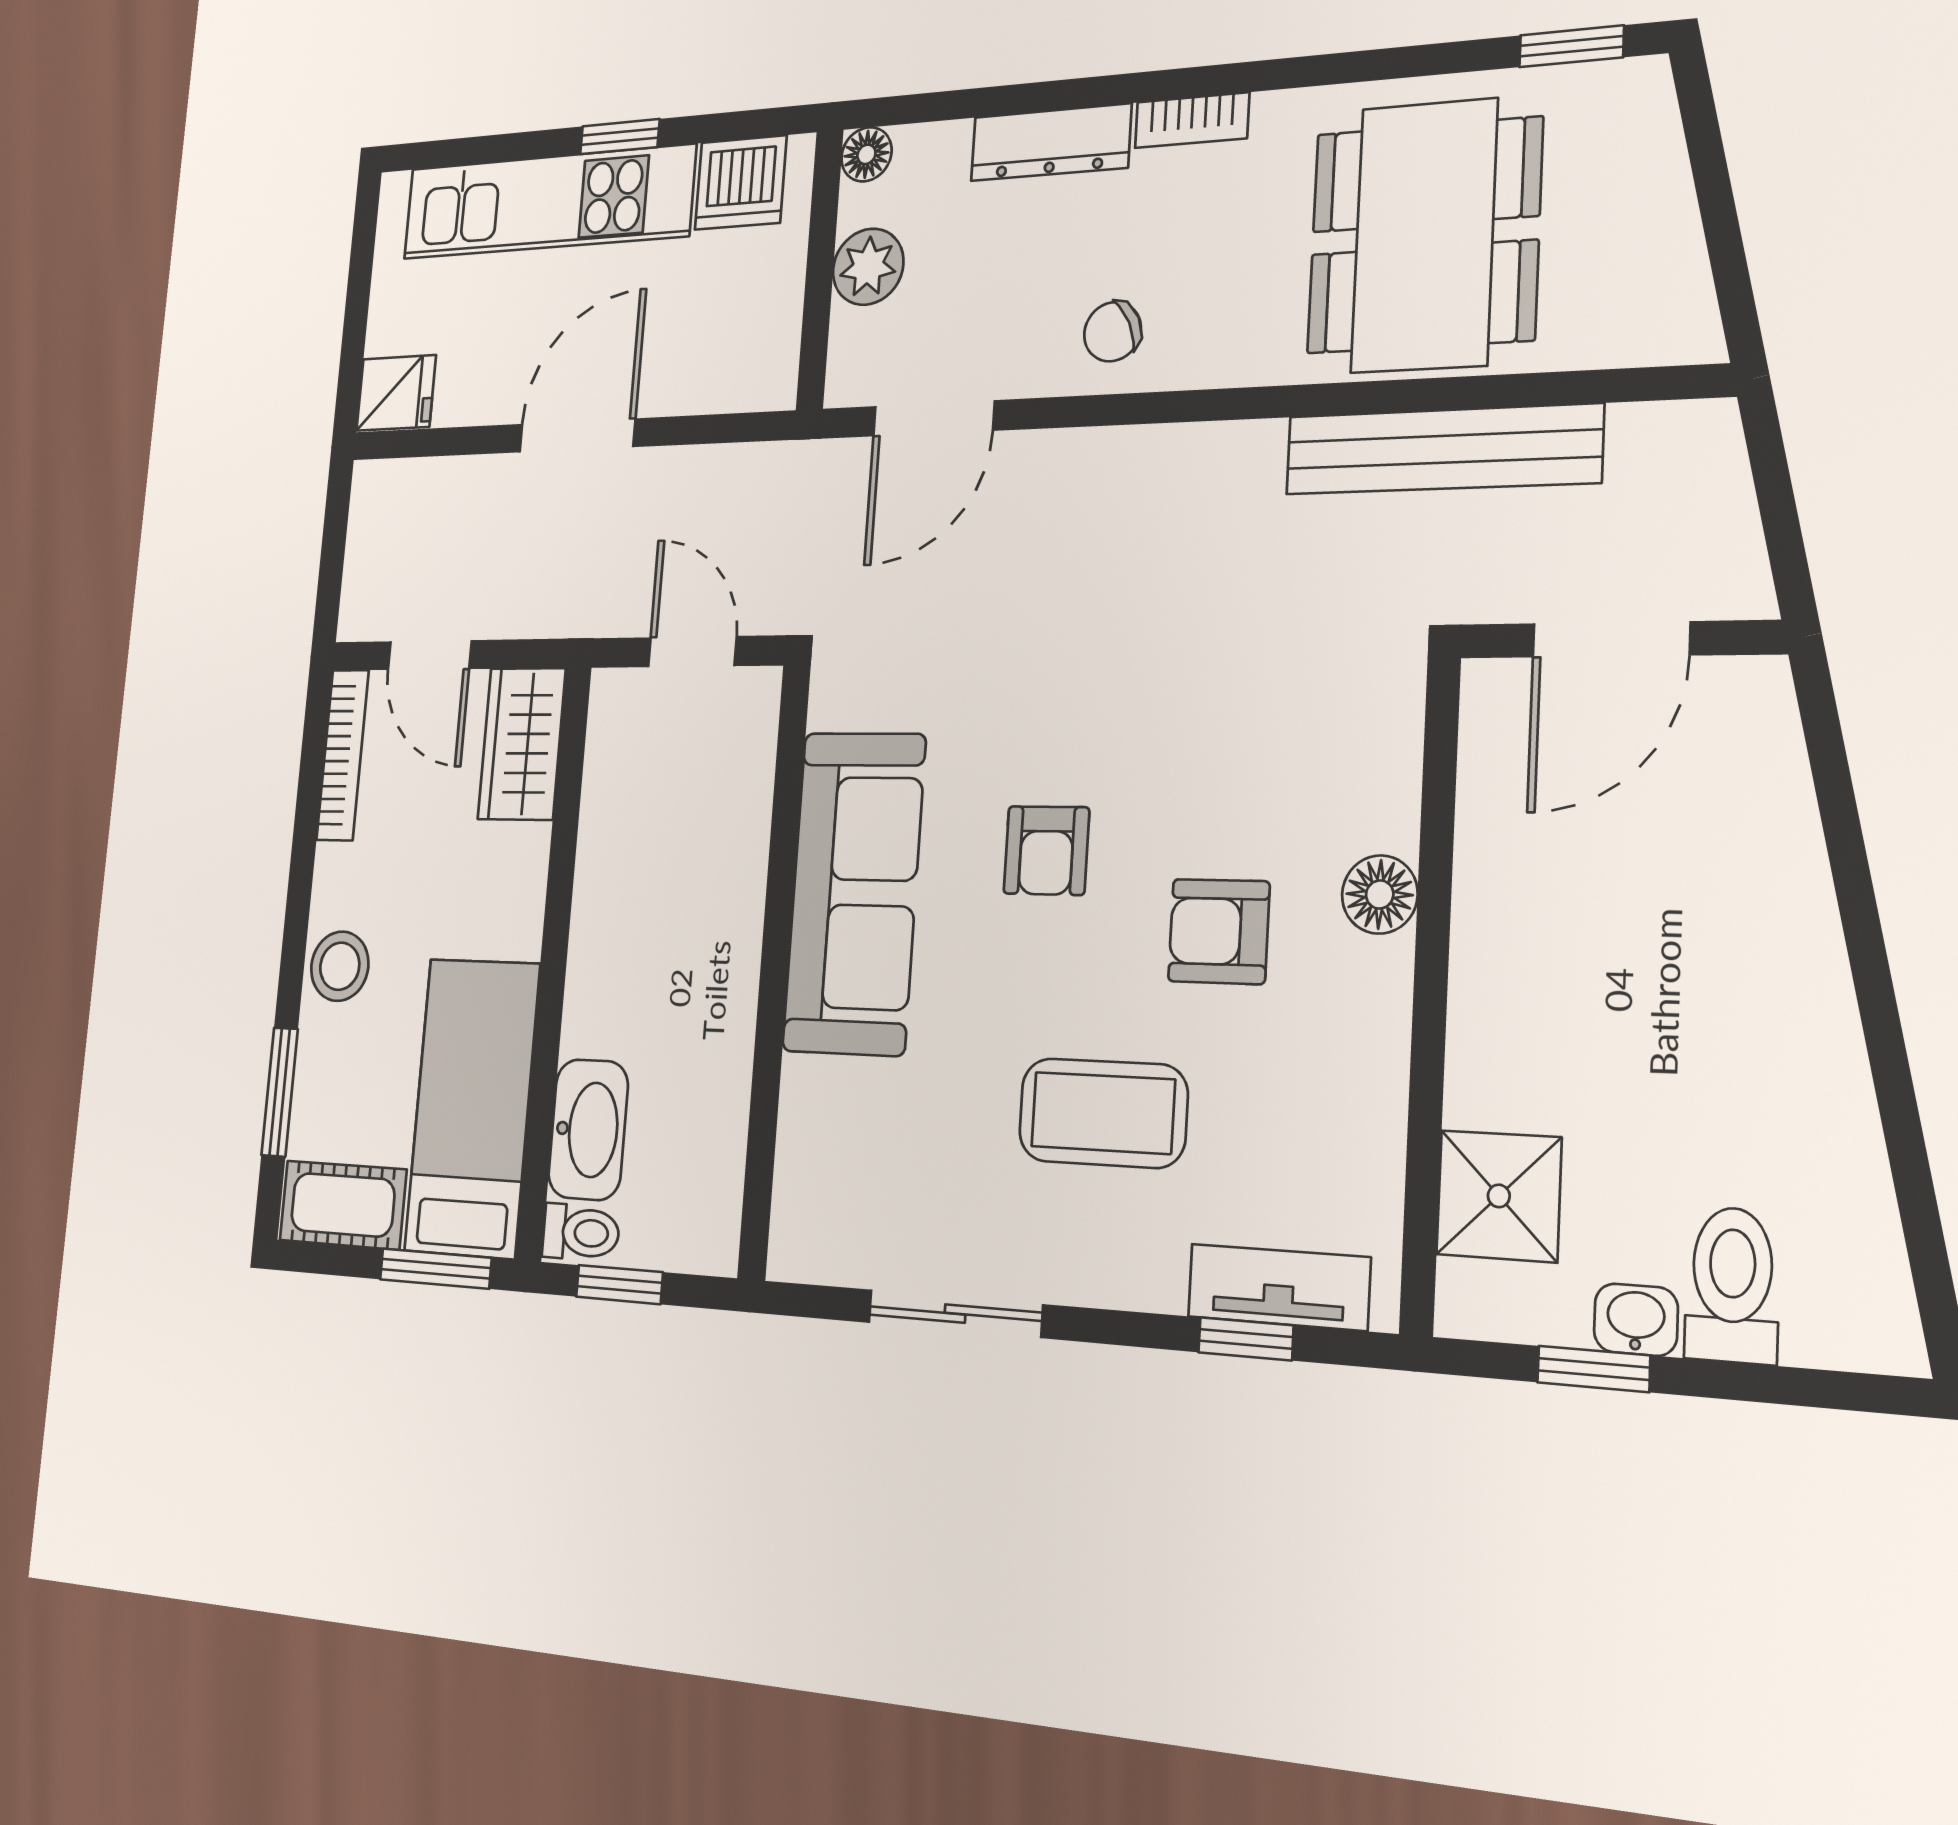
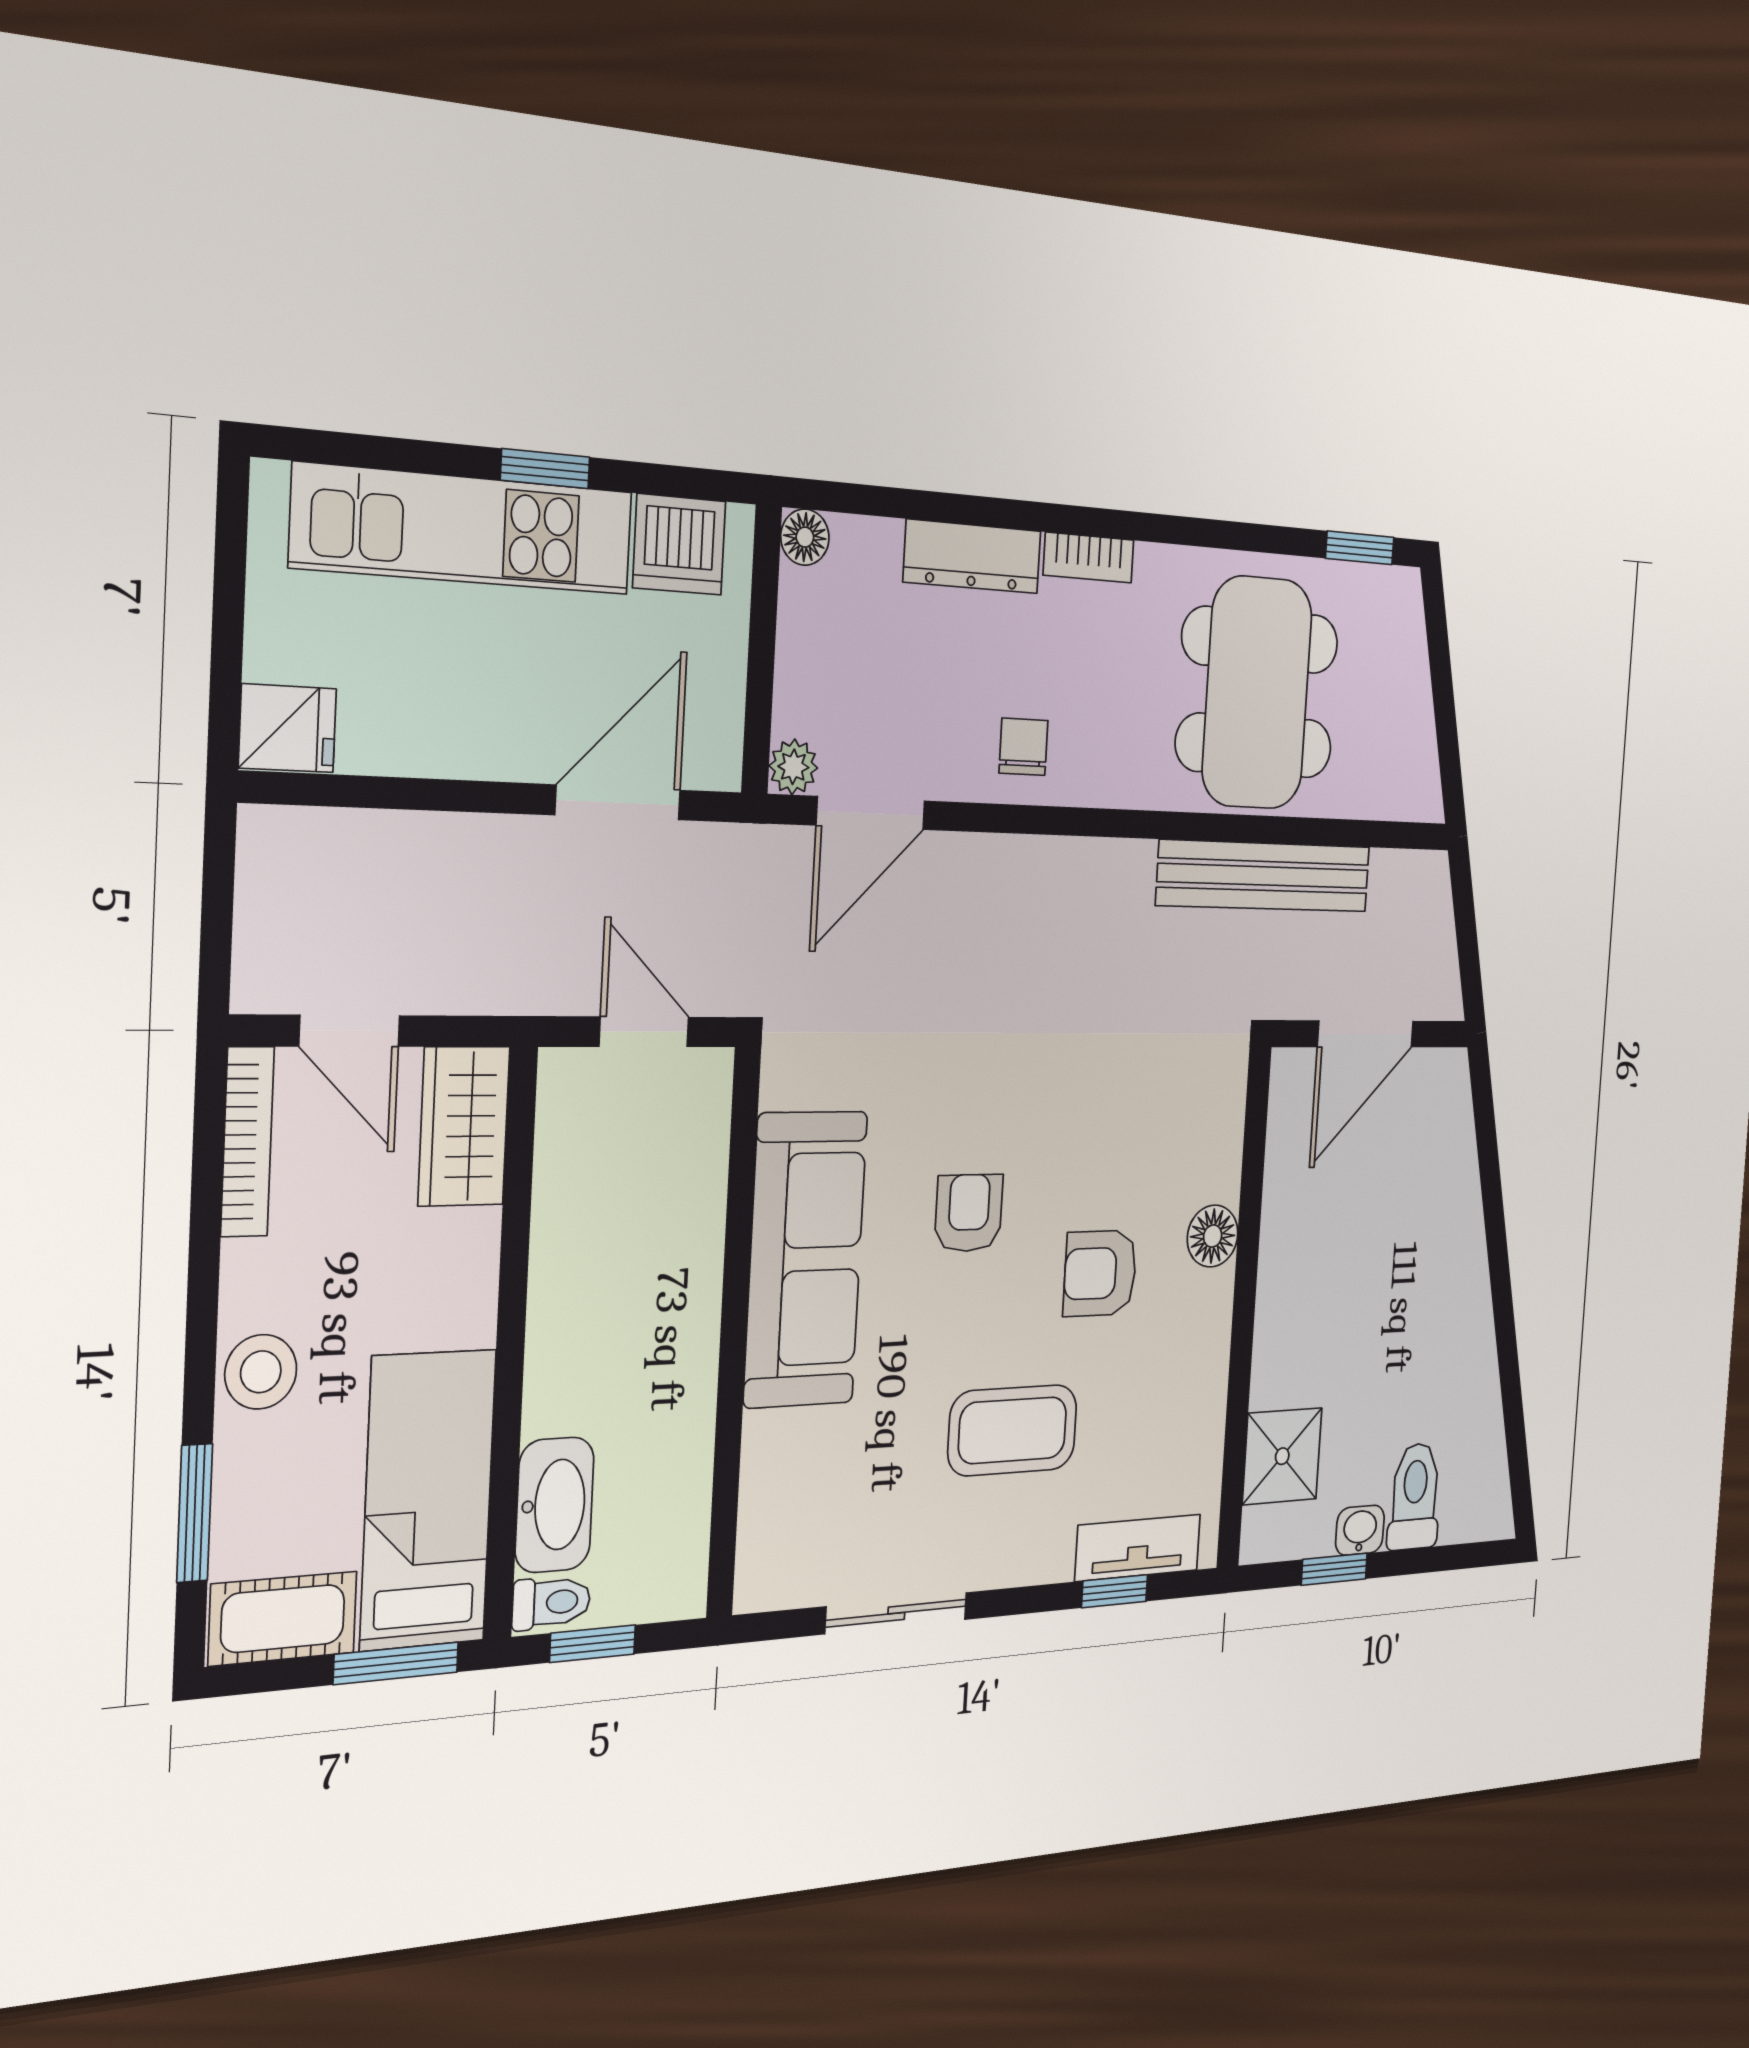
plant: (868, 267) -> (793, 767), moved, width x0.73, depth x0.73
chair: (1113, 332) -> (1023, 747), turned 115
door: (577, 435) -> (618, 802), moved
armchair: (1046, 851) -> (969, 1213), turned 180

